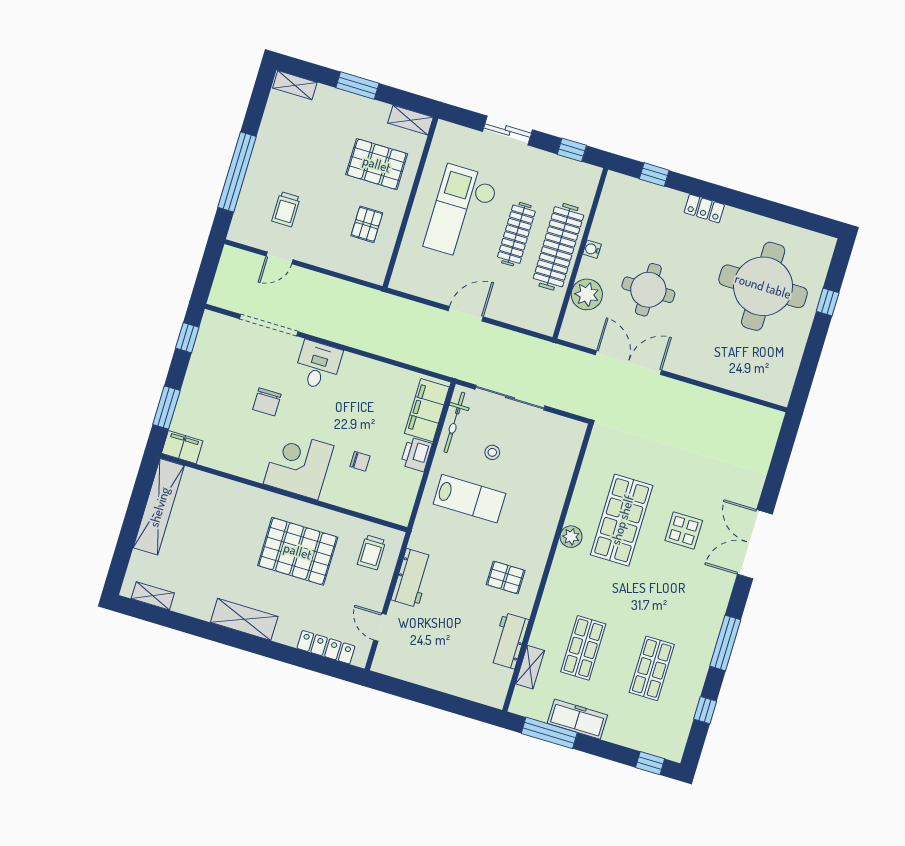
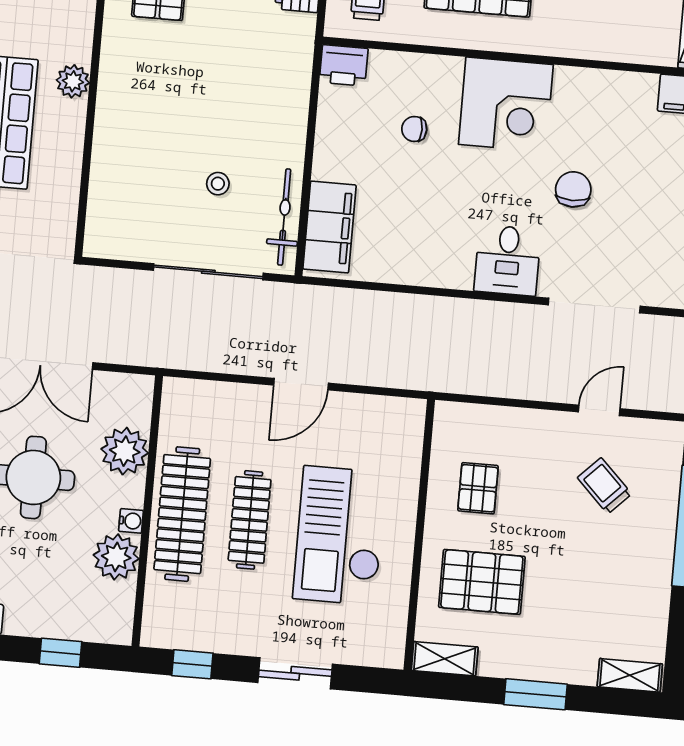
trolley: (286, 209) -> (604, 486), turned -45
checkout: (461, 212) -> (340, 536), turned 180
plant: (606, 228) -> (116, 557), added
printer: (416, 454) -> (344, 65), moved, turned 90
lab bench: (469, 499) -> (238, 107), removed

